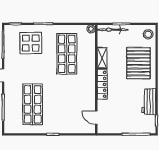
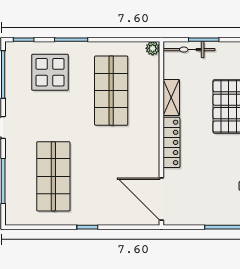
door: (96, 118) -> (161, 199), width x1.88

